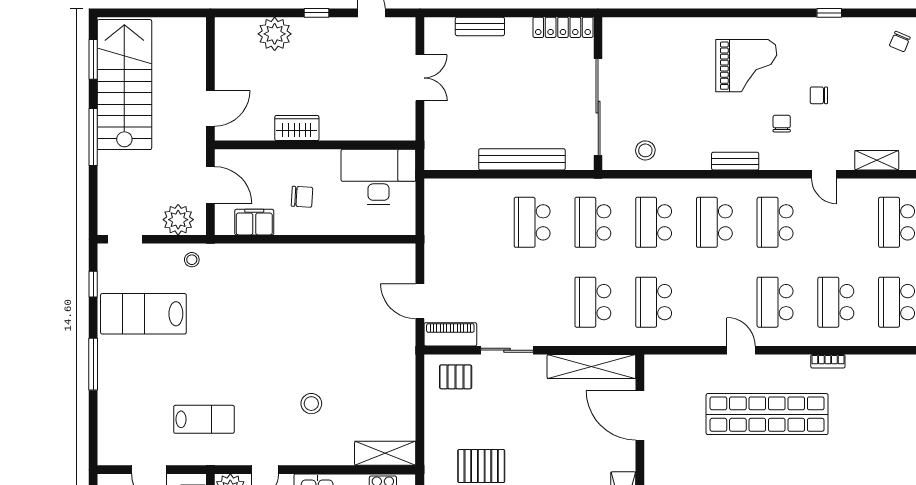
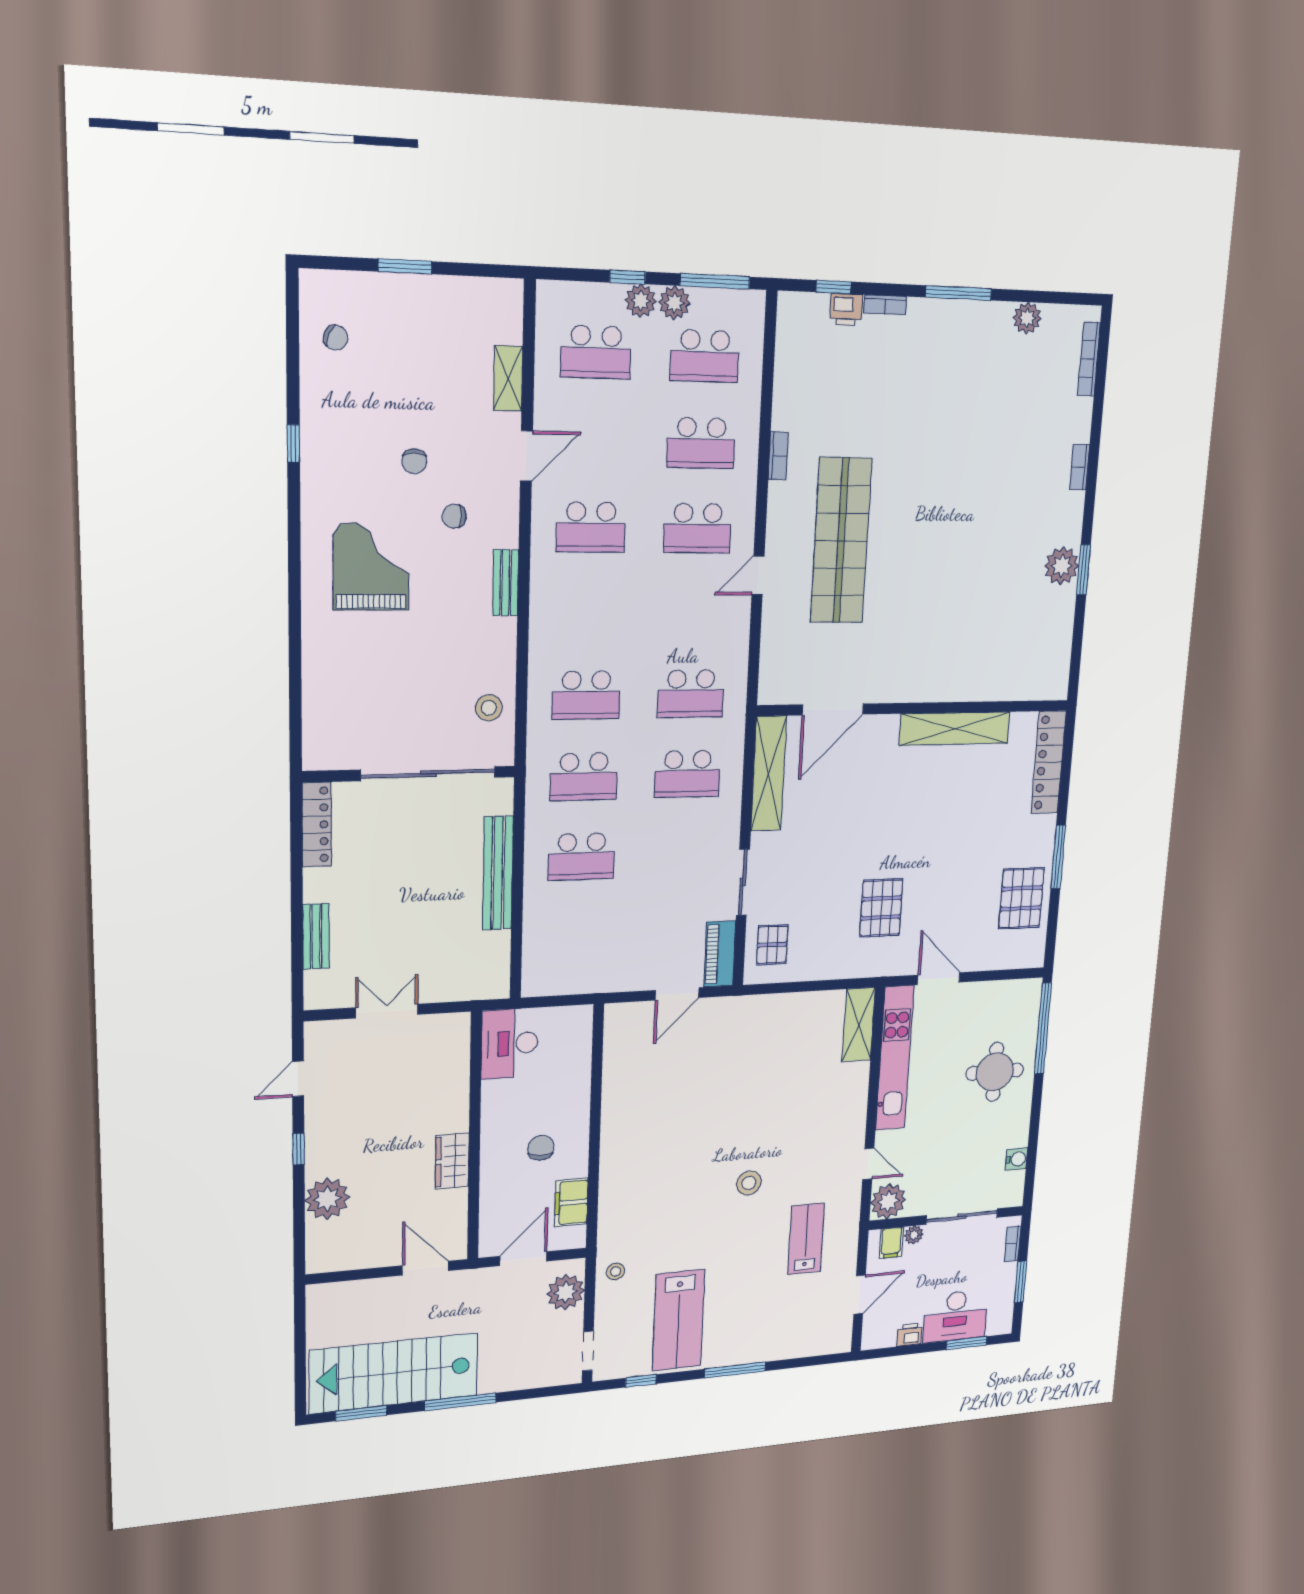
door: (824, 174) -> (526, 456), width x1.38
desk: (378, 177) -> (510, 1043), width x0.73, depth x0.77
school desk: (714, 222) -> (588, 612), removed
stool: (311, 404) -> (749, 1183), moved

